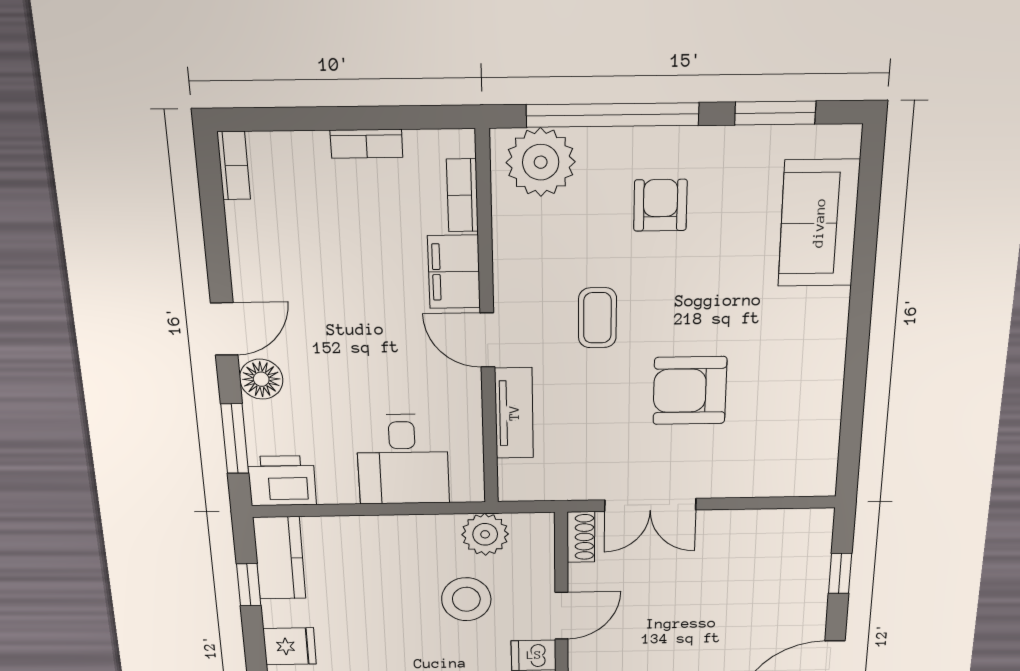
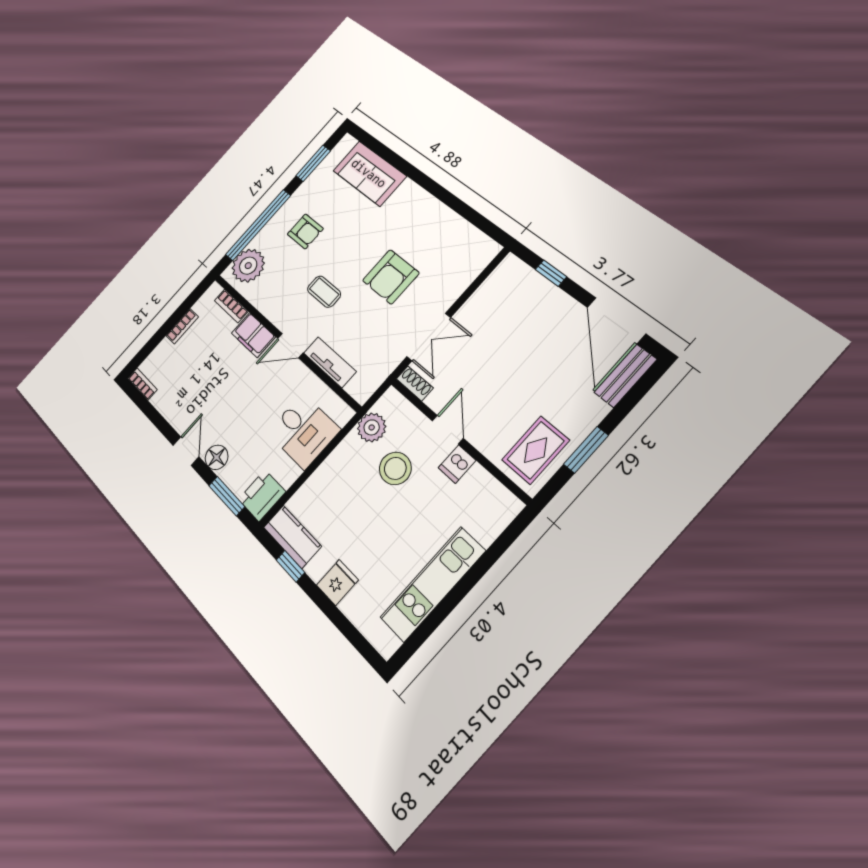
armchair: (660, 205) -> (305, 231), turned 180

